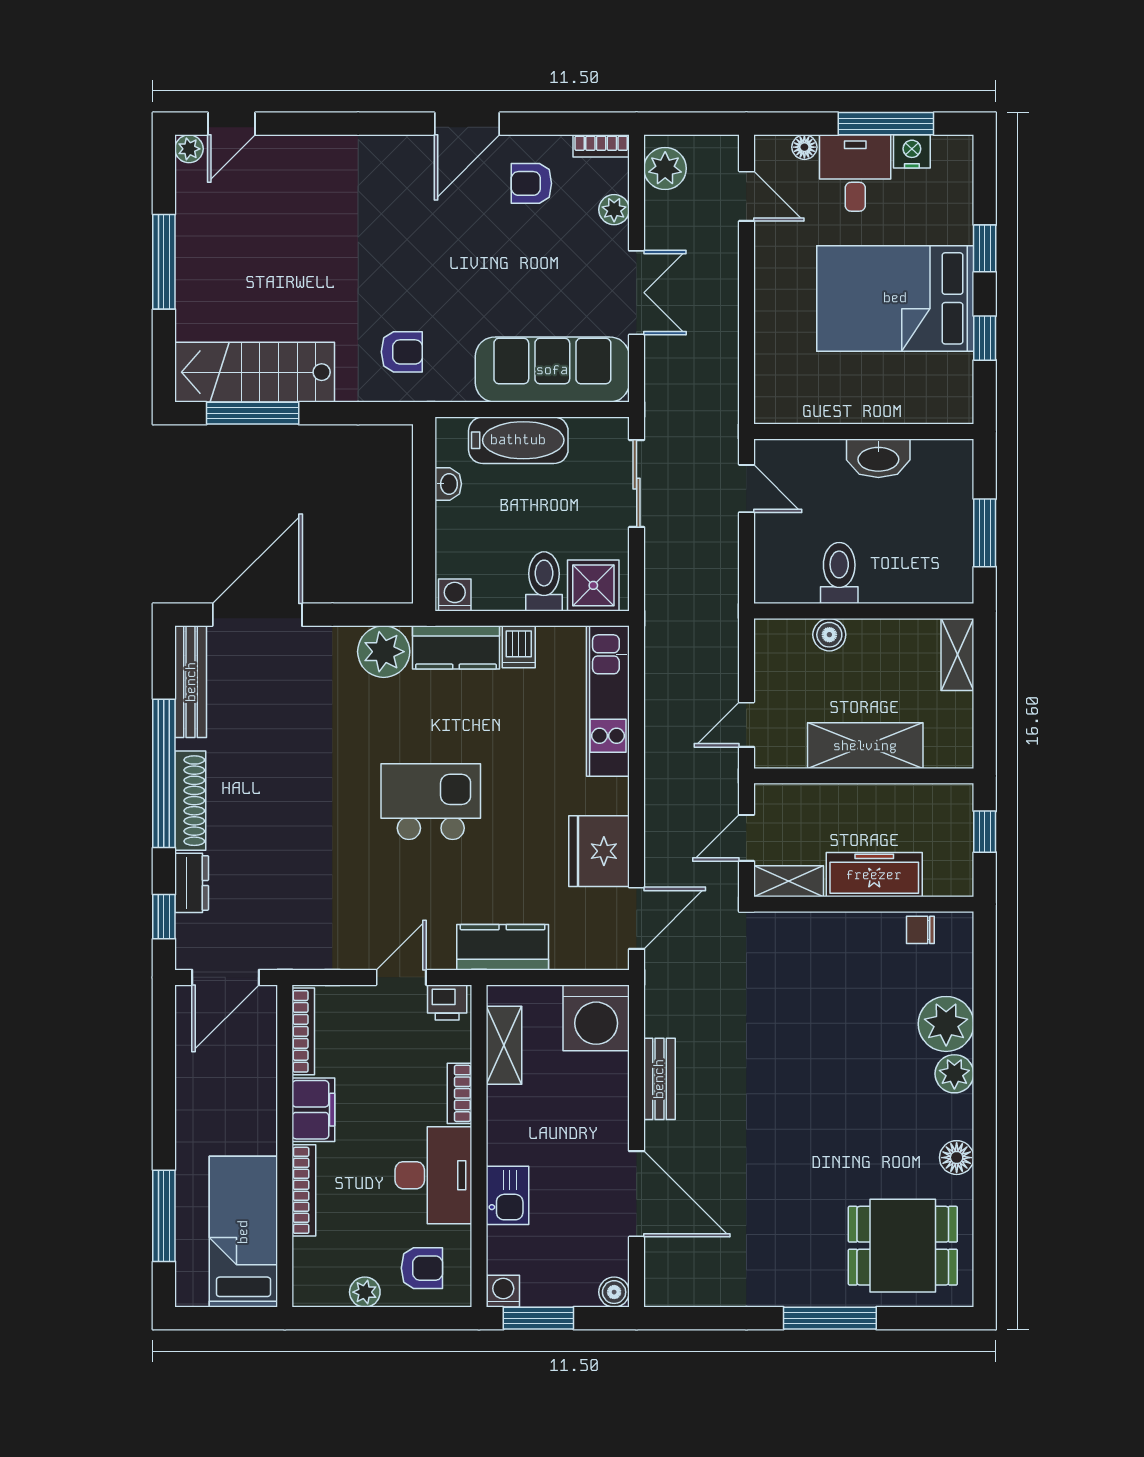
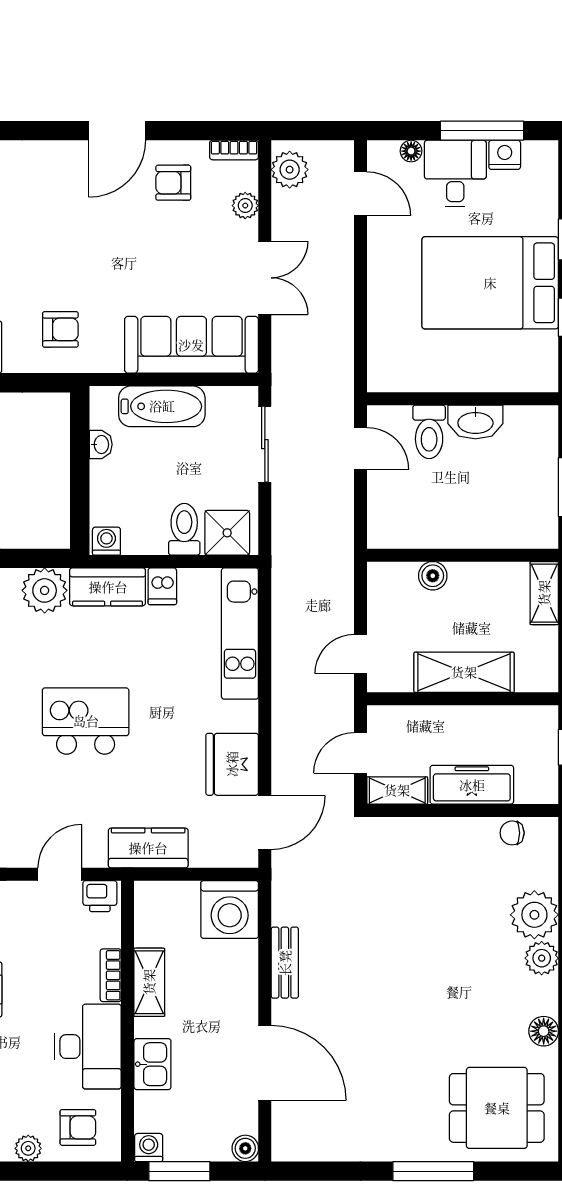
toilet: (839, 573) -> (429, 432), moved, turned 180
shelving: (504, 1045) -> (149, 982), moved

